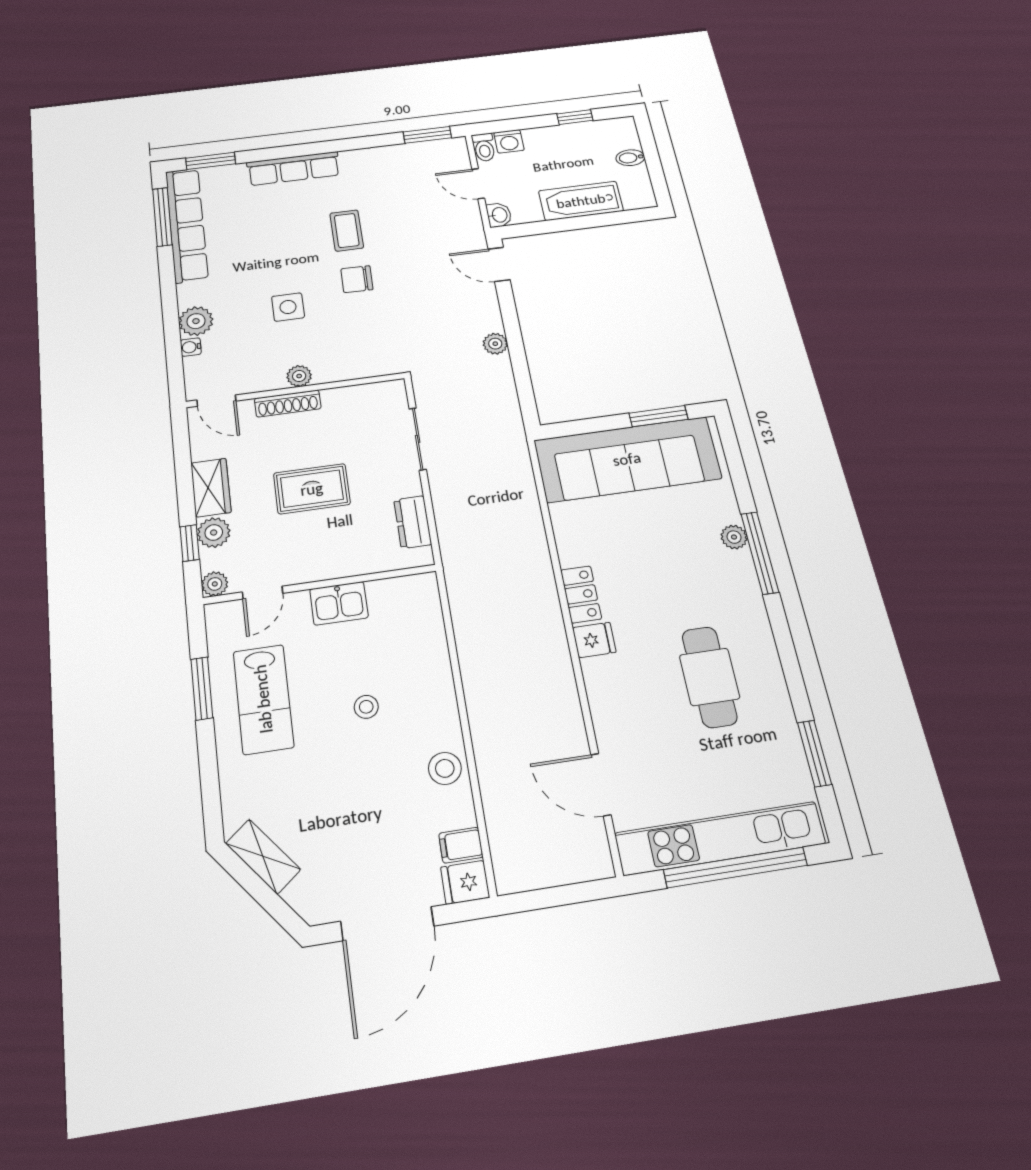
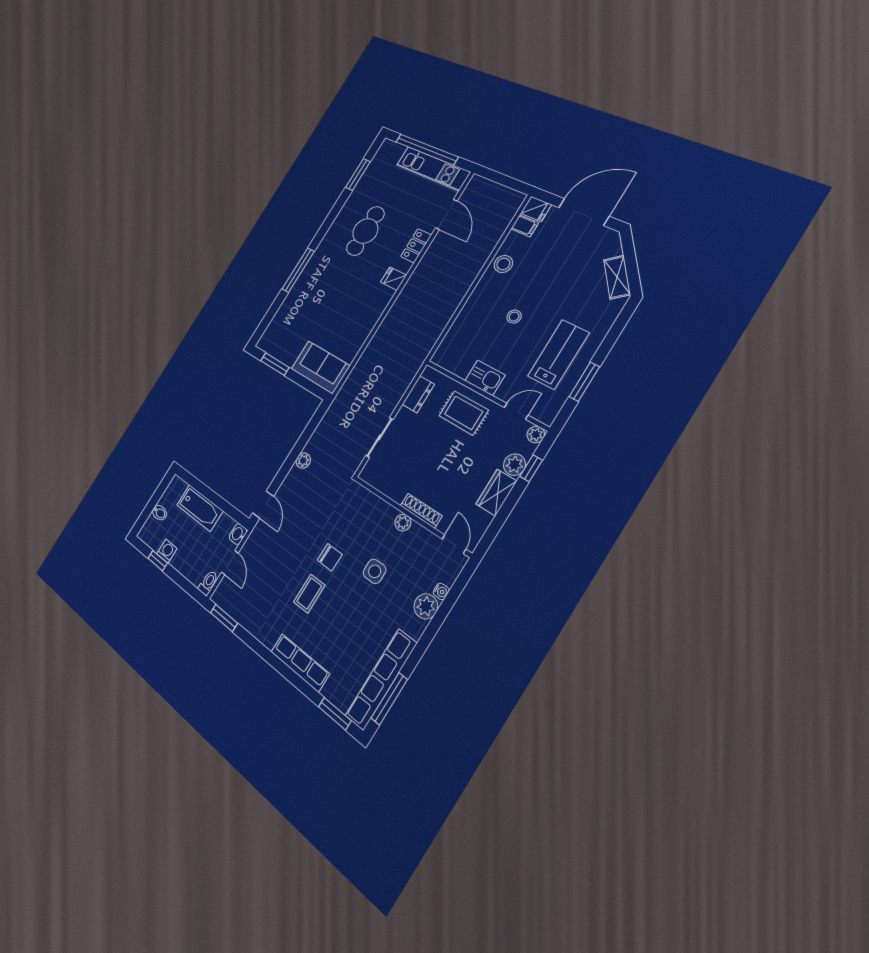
washing machine: (509, 141) -> (167, 551), moved
sofa: (627, 459) -> (320, 367), width x0.54, depth x0.79
rug: (312, 489) -> (464, 413), moved
plant: (734, 537) -> (300, 284), removed
locker: (581, 594) -> (416, 246), moved
kitchen unit: (720, 838) -> (433, 169), width x0.73

